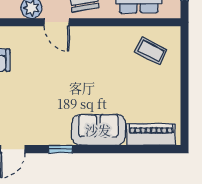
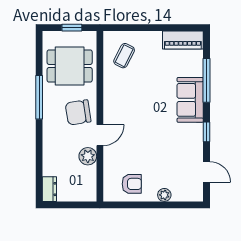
piano: (151, 134) -> (183, 40), moved, turned -90
window: (122, 149) -> (206, 80), added

